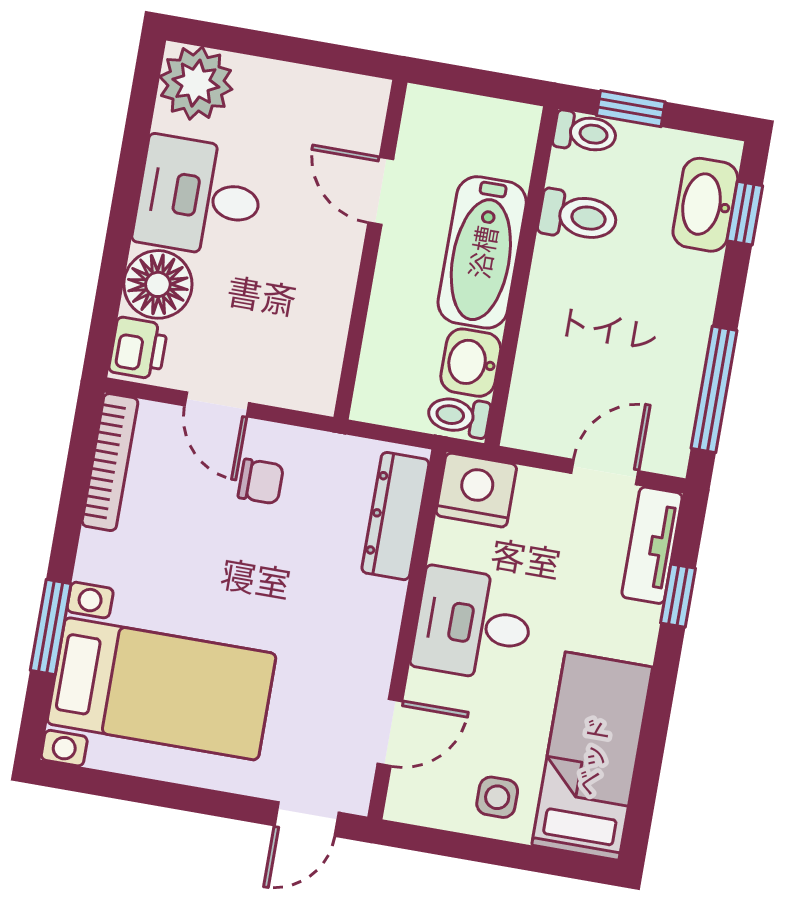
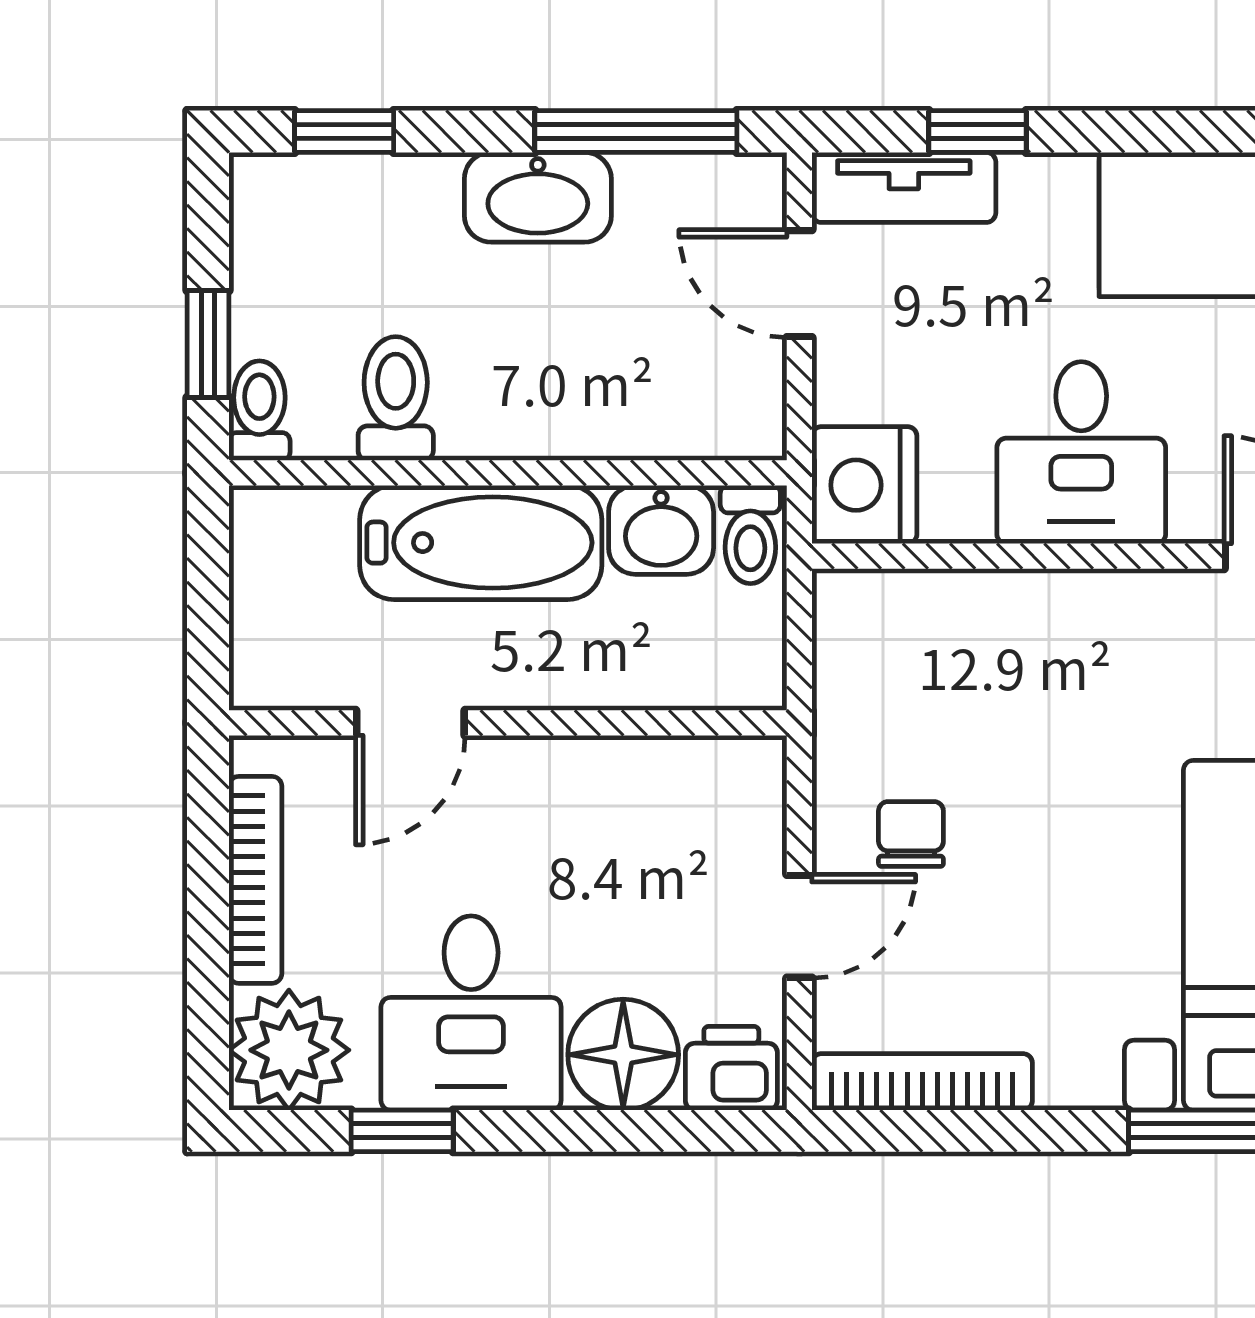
bookcase: (302, 81) -> (255, 880), added
window: (135, 143) -> (402, 1131), added
washbasin: (705, 205) -> (538, 197), moved
dresser: (395, 516) -> (929, 608), removed

